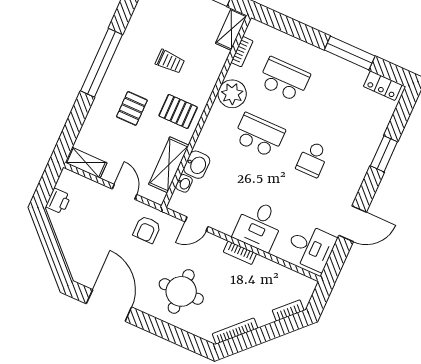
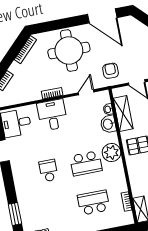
school desk: (284, 79) -> (94, 203), turned 180
plant: (232, 94) -> (111, 153), moved
window: (384, 154) -> (15, 214), moved
round table: (181, 291) -> (69, 50), width x1.36, depth x1.36

